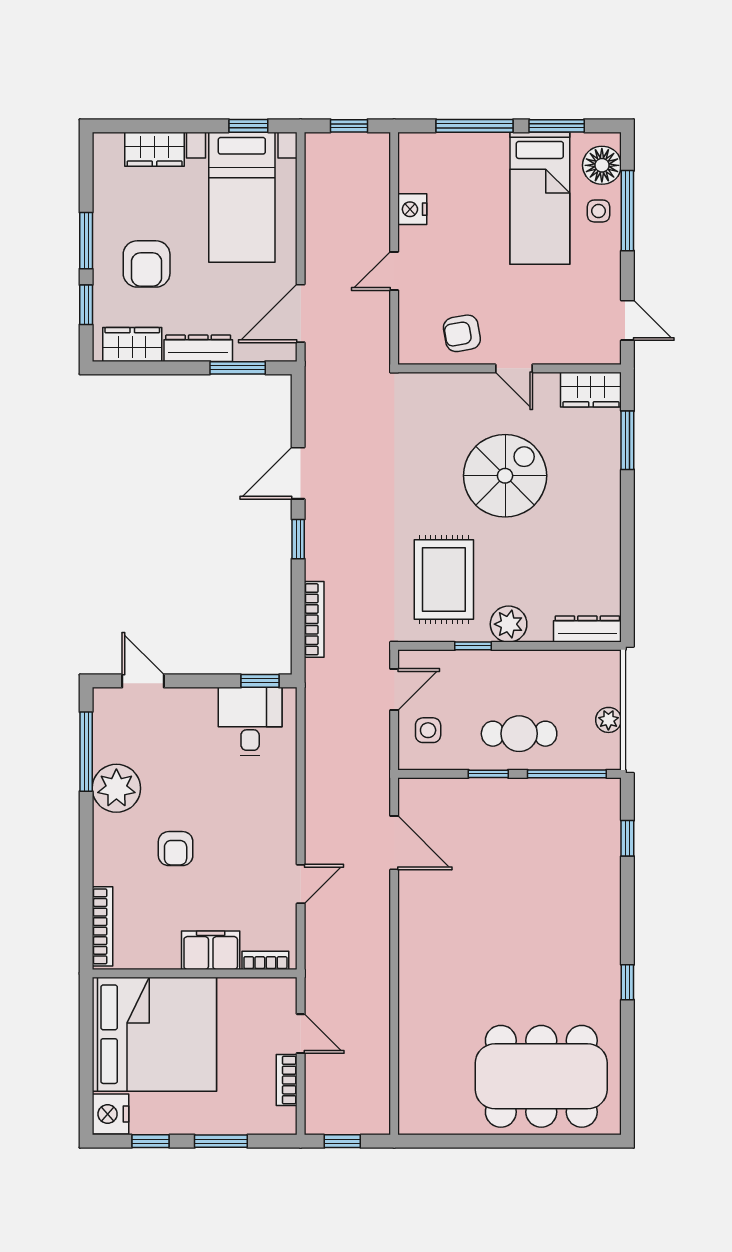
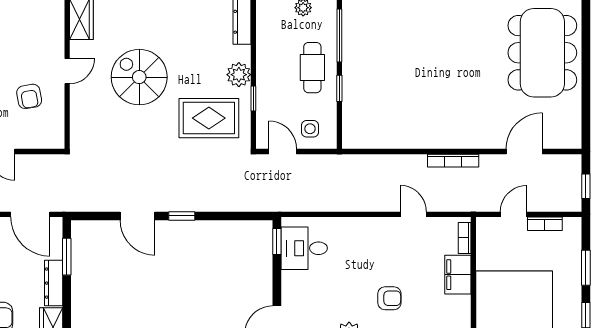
armchair: (462, 333) -> (29, 96), moved
bookcase: (314, 619) -> (453, 161), moved, turned 180
door: (394, 843) -> (524, 151), moved

